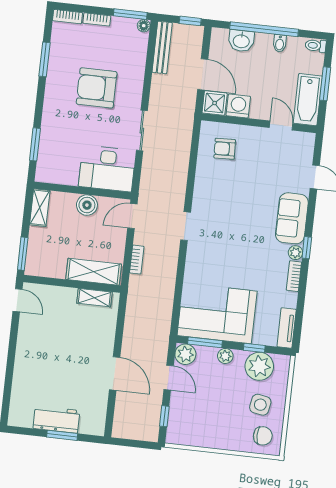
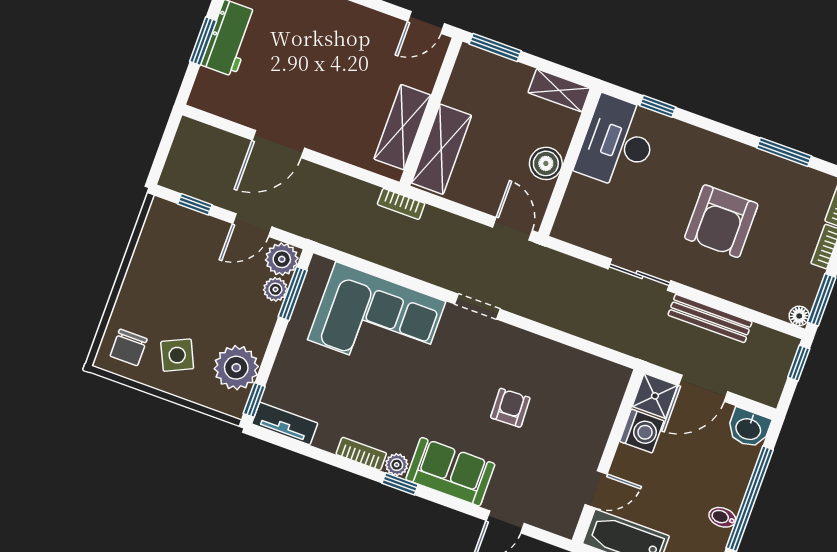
window: (190, 21) -> (799, 363), moved
washbasin: (241, 41) -> (749, 428), moved, turned -90
bench: (162, 47) -> (710, 318), moved
armchair: (97, 88) -> (721, 221), turned 180
window: (35, 144) -> (658, 106), width x0.67
armchair: (225, 149) -> (510, 408), moved
desk: (107, 169) -> (618, 142), moved
bookcase: (137, 260) -> (401, 204), moved
shelving: (94, 298) -> (402, 127), width x1.50, depth x1.33
corner sofa: (217, 313) -> (377, 321), moved, turned 90
window: (254, 348) -> (254, 400), moved
plant: (225, 356) -> (275, 289), moved
side table: (260, 405) -> (177, 355), turned -35

